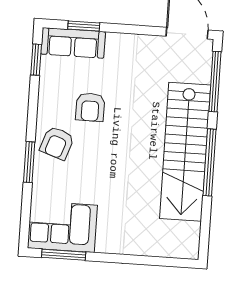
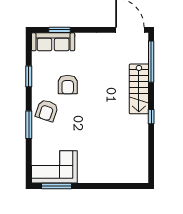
window: (36, 60) -> (29, 76), moved
stairs: (185, 152) -> (139, 89), width x0.54, depth x0.66
window: (209, 162) -> (151, 117), width x0.32

